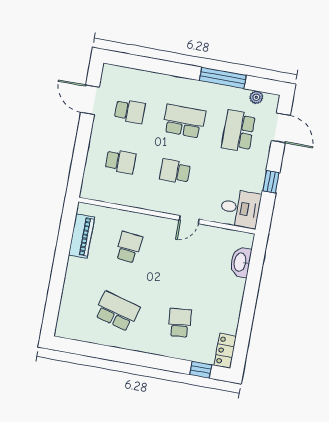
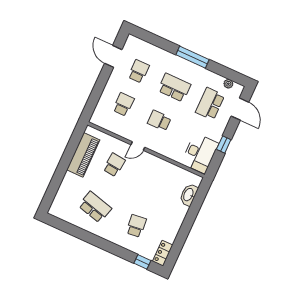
window: (223, 78) -> (192, 57), moved
school desk: (130, 111) -> (139, 71), turned -90
school desk: (121, 162) -> (123, 104), turned -90
desk: (240, 208) -> (200, 153), width x1.37
door: (189, 220) -> (138, 146), moved
piano: (82, 236) -> (83, 155), width x1.37, depth x1.33

